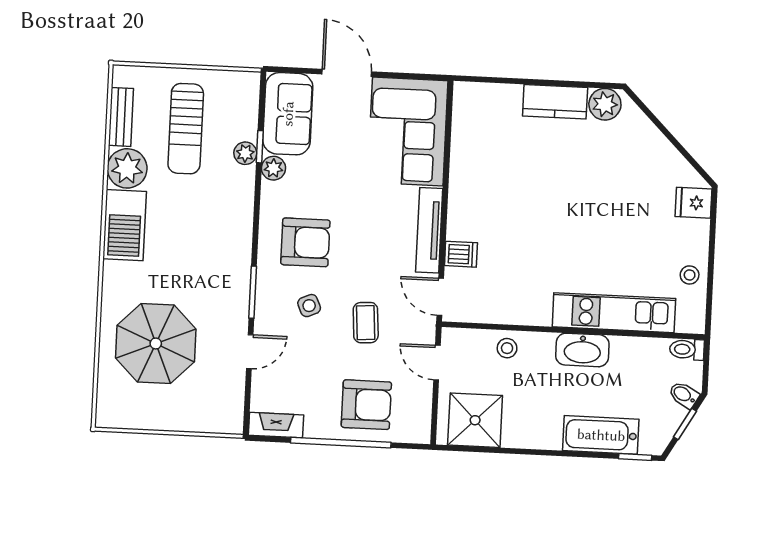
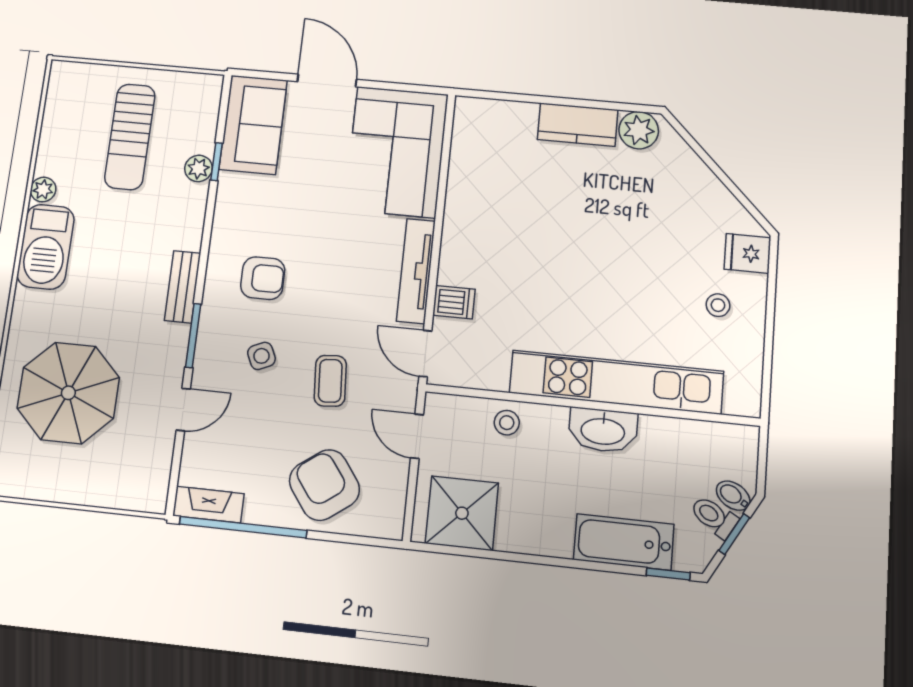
bench: (121, 117) -> (183, 287), moved
plant: (127, 168) -> (43, 190), width x0.53, depth x0.53
plant: (273, 168) -> (231, 188), removed
armchair: (305, 242) -> (263, 278), width x0.72, depth x0.72
stool: (690, 275) -> (718, 305), moved
kitchen unit: (614, 313) -> (616, 382), width x1.36
toilet: (687, 349) -> (714, 517), moved, turned 30
armchair: (366, 405) -> (324, 485), turned -126
window: (341, 443) -> (243, 527), moved

